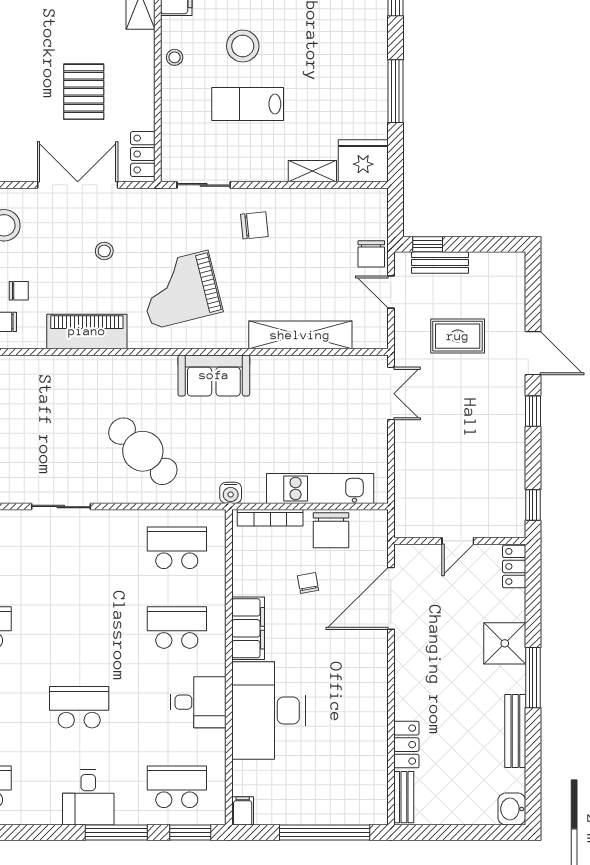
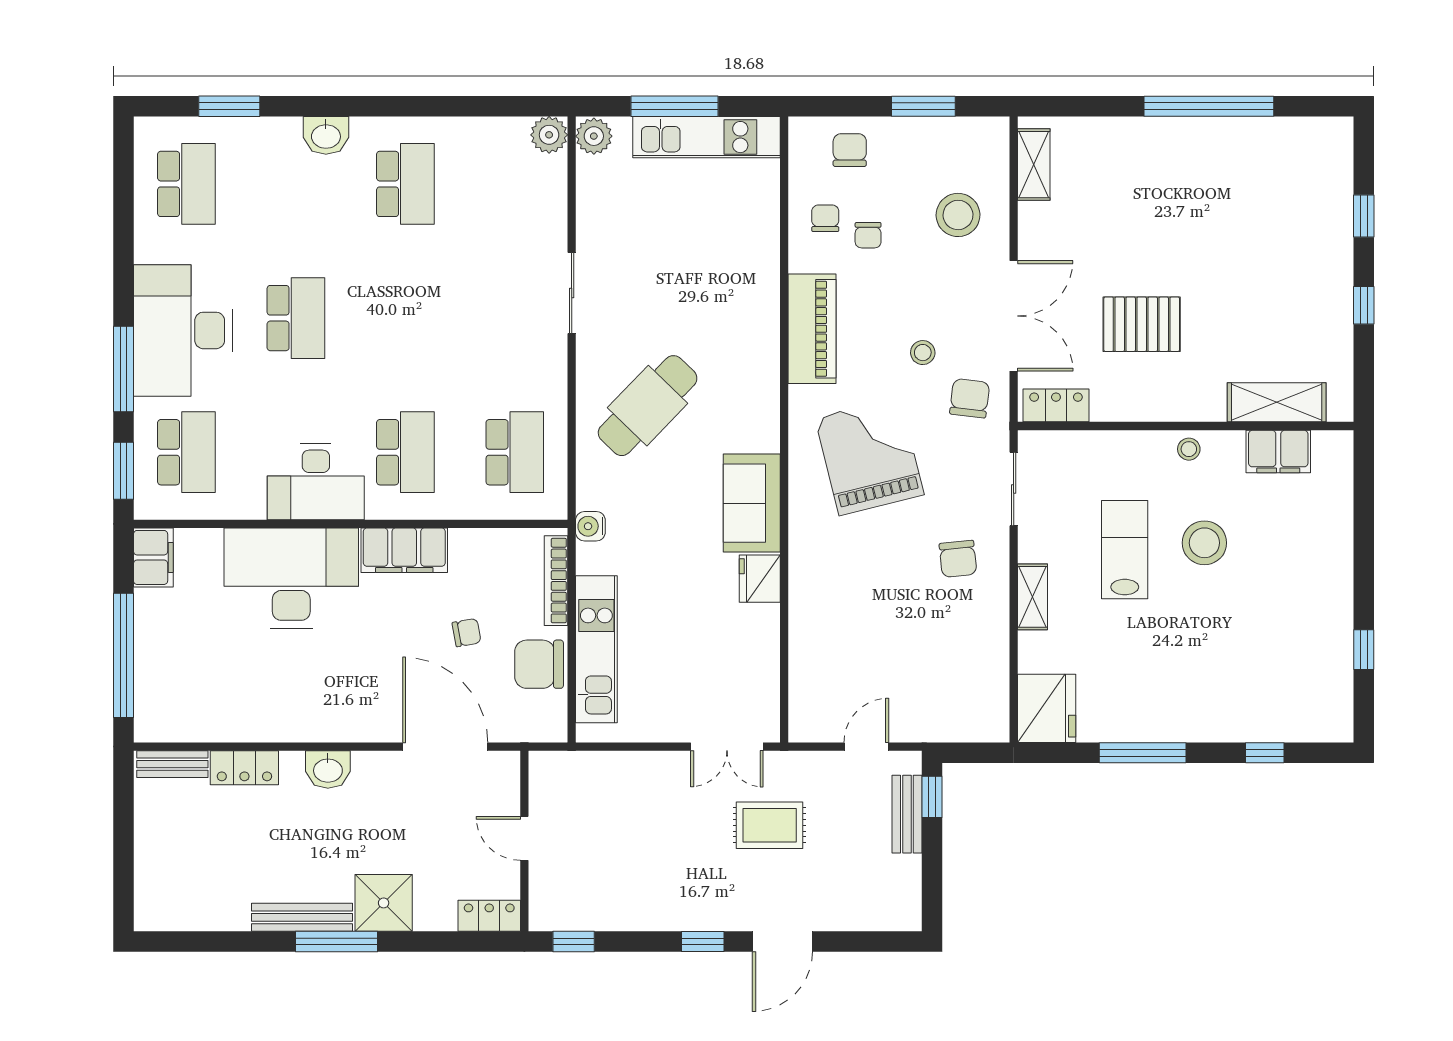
shelving: (312, 171) -> (1032, 597), moved
chair: (371, 254) -> (970, 398), moved, turned 97
shelving: (300, 335) -> (808, 622), removed
rug: (458, 336) -> (770, 825), moved, turned 90
fridge: (269, 370) -> (760, 579), added
desk: (198, 702) -> (316, 482), width x1.37
bench: (515, 731) -> (302, 917), moved
desk: (88, 798) -> (183, 330), width x1.87, depth x1.30
washbasin: (512, 809) -> (328, 769), moved, turned 180
filing cabinet: (243, 811) -> (153, 557), width x2.00

